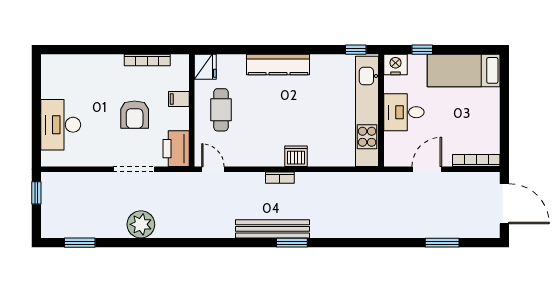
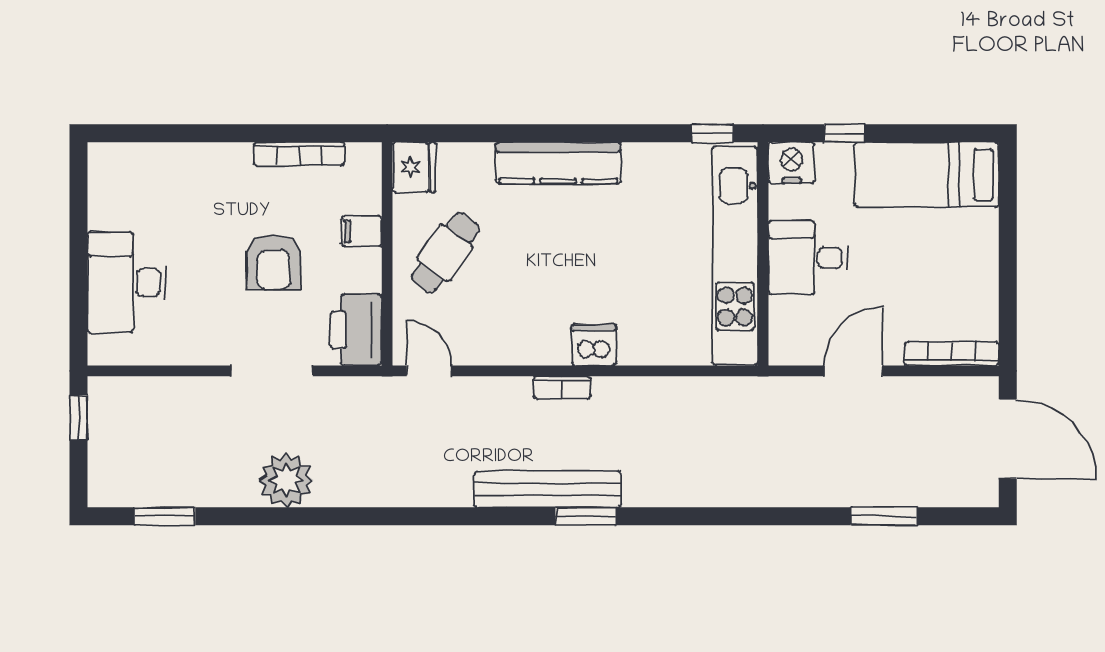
cafe table: (221, 110) -> (445, 253), turned 36

